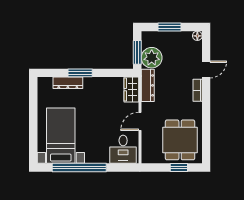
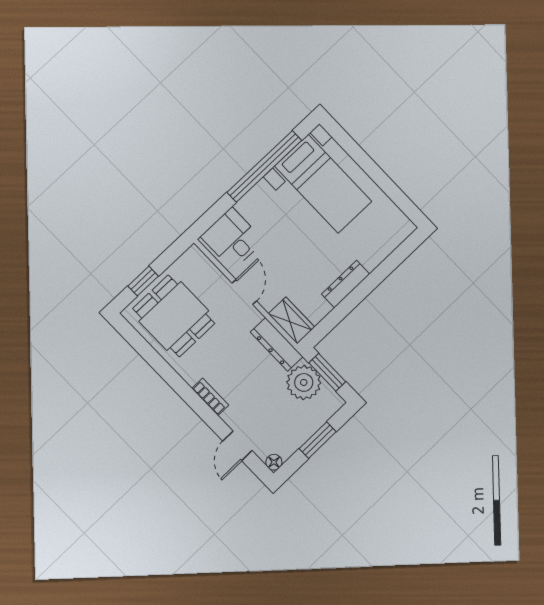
door: (206, 69) -> (237, 446), moved
window: (80, 73) -> (372, 282), removed
dresser: (68, 83) -> (346, 284), moved

